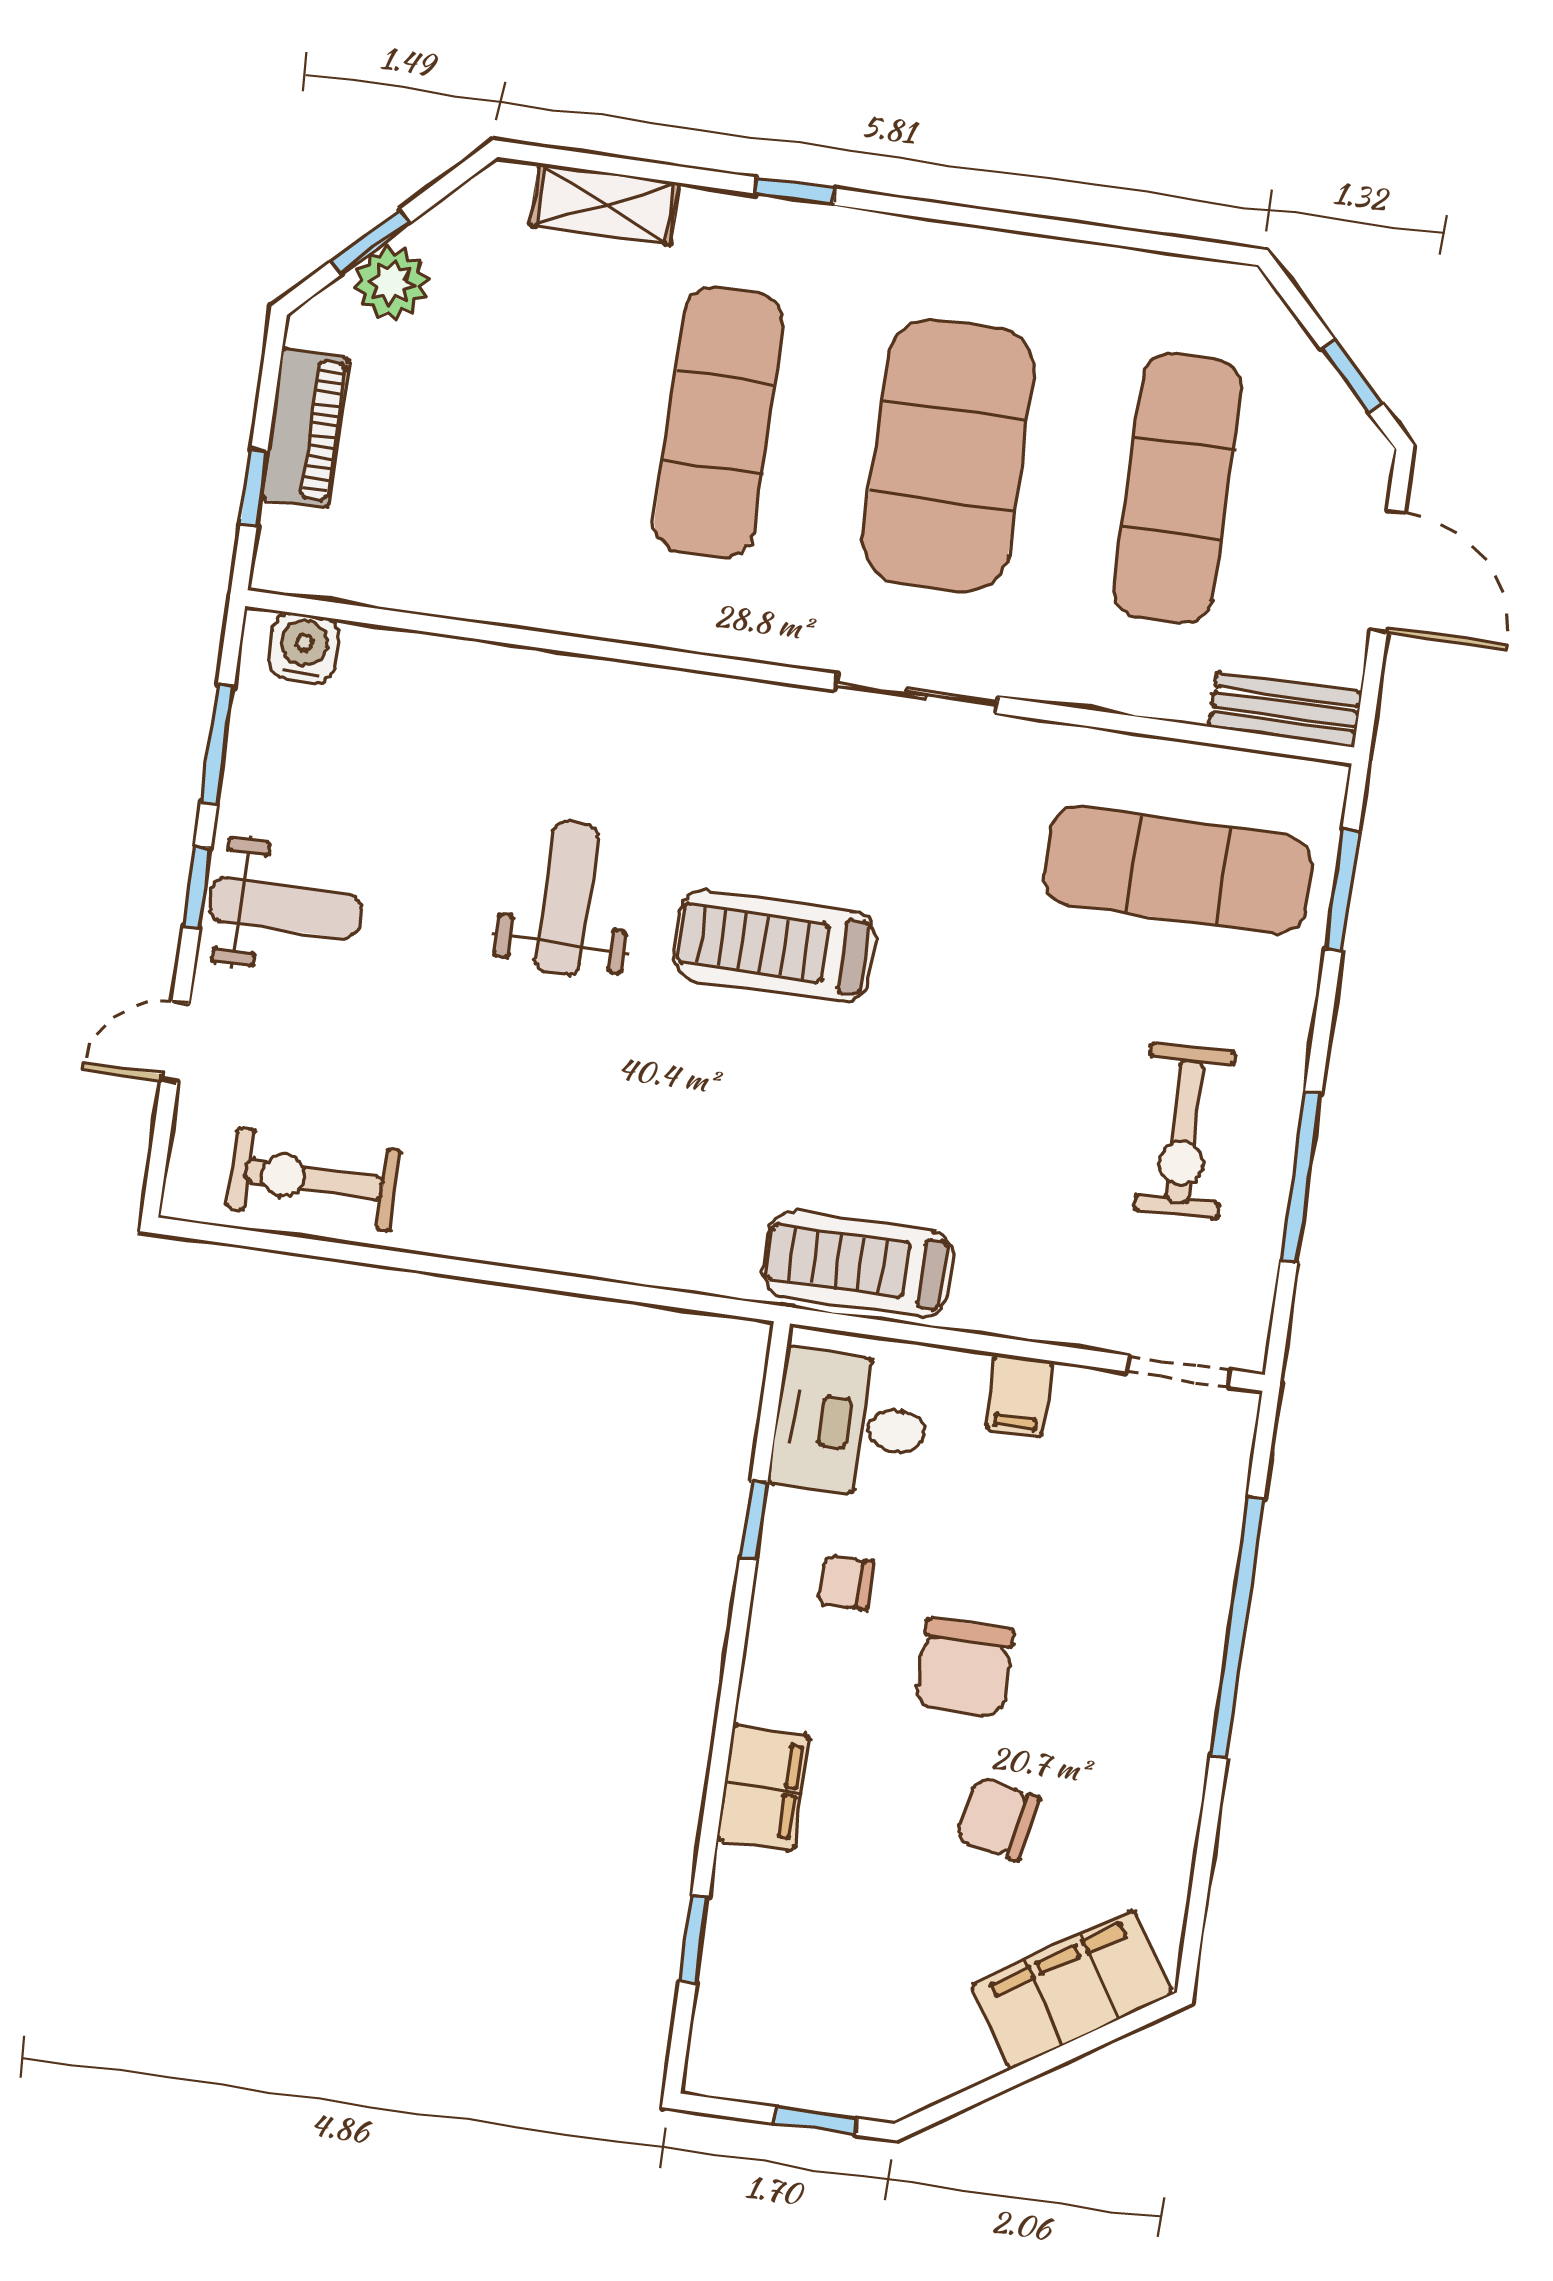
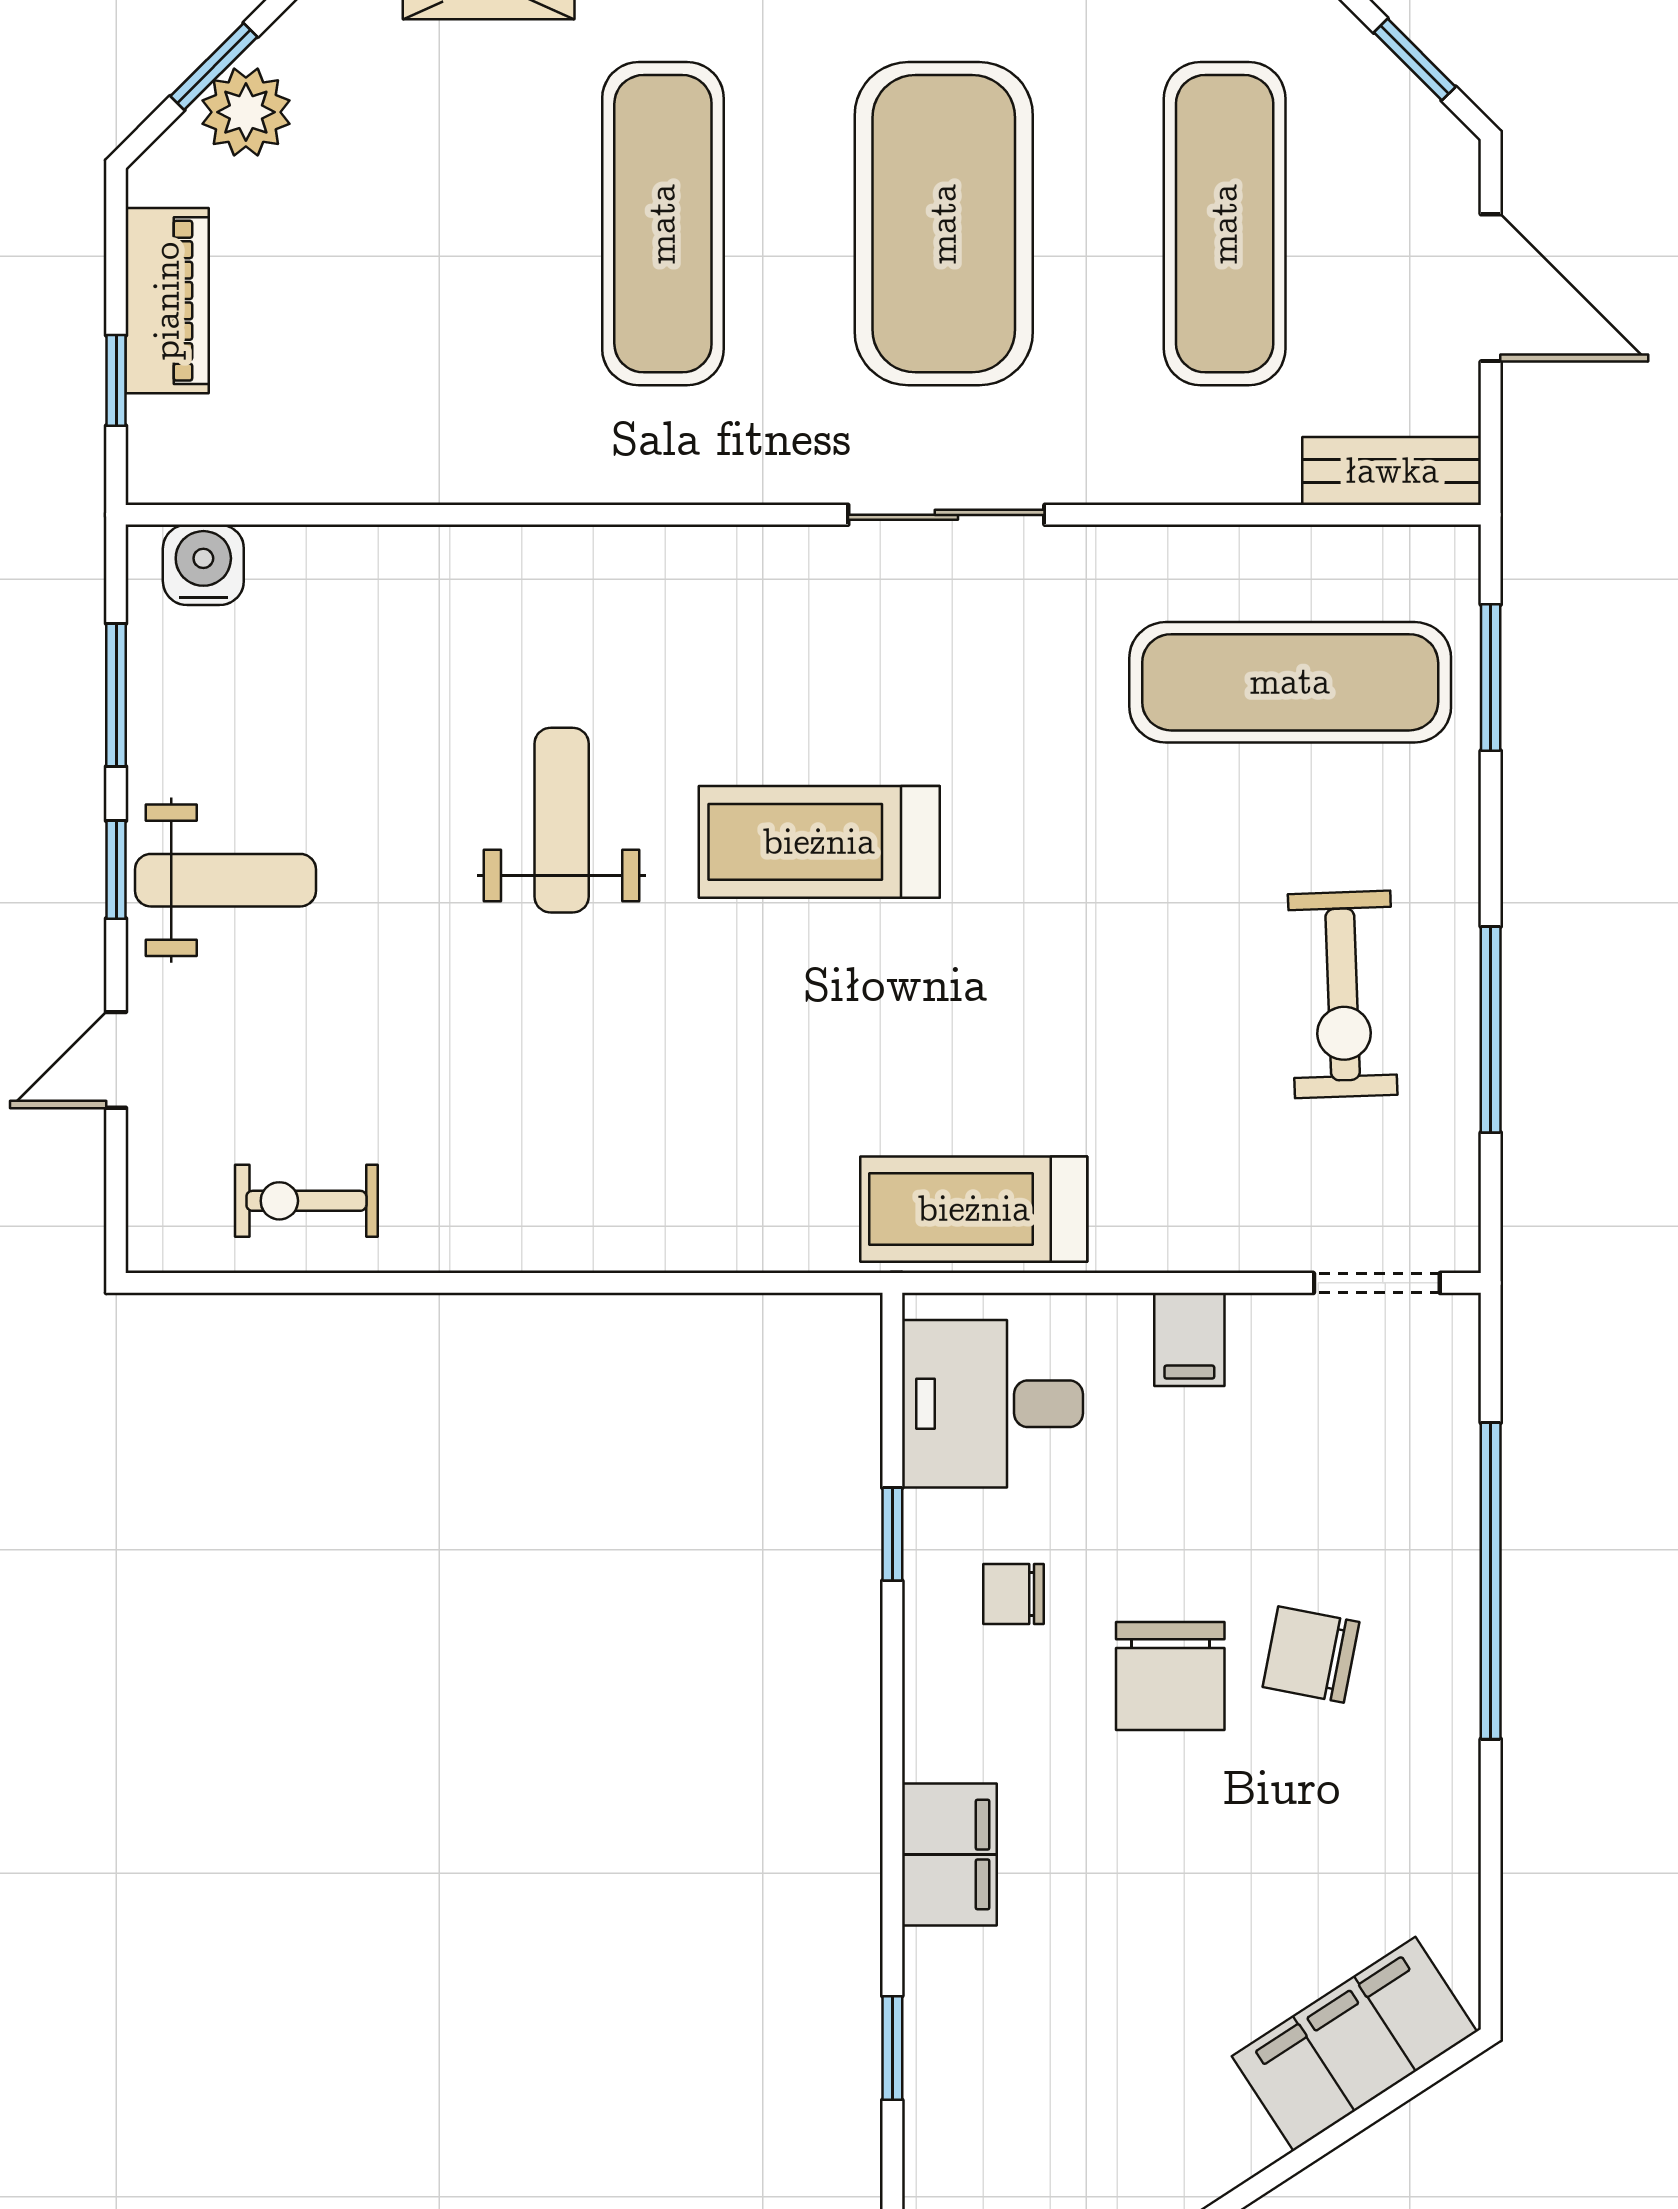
exercise bike: (314, 1179) -> (306, 1201), width x0.73, depth x0.72
chair: (998, 1819) -> (1311, 1654), moved

